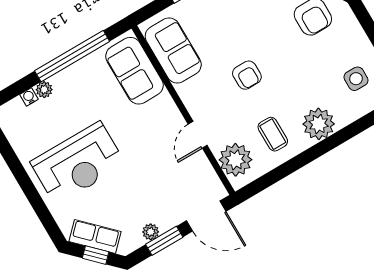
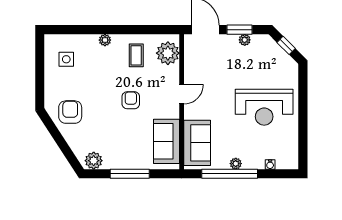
plant: (44, 90) -> (236, 164), moved
plant: (319, 124) -> (105, 40), width x0.53, depth x0.53
door: (198, 135) -> (182, 94), moved
reception desk: (78, 163) -> (264, 107), turned 180
row of seats: (95, 236) -> (280, 57), removed

